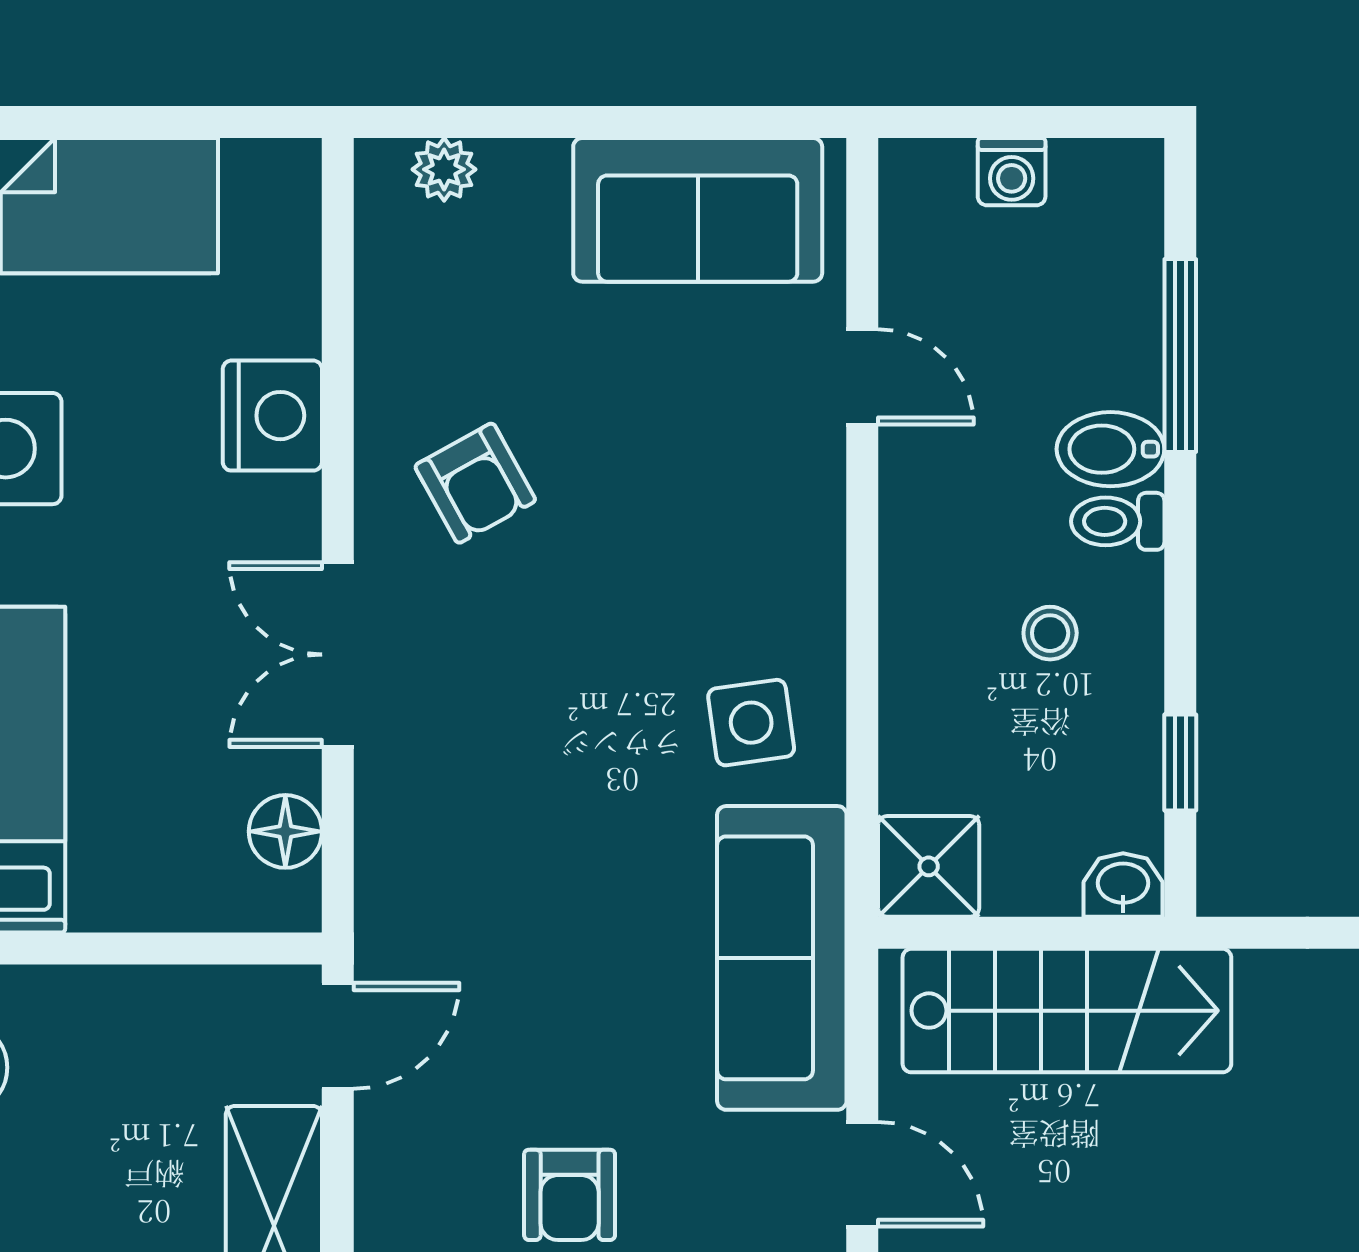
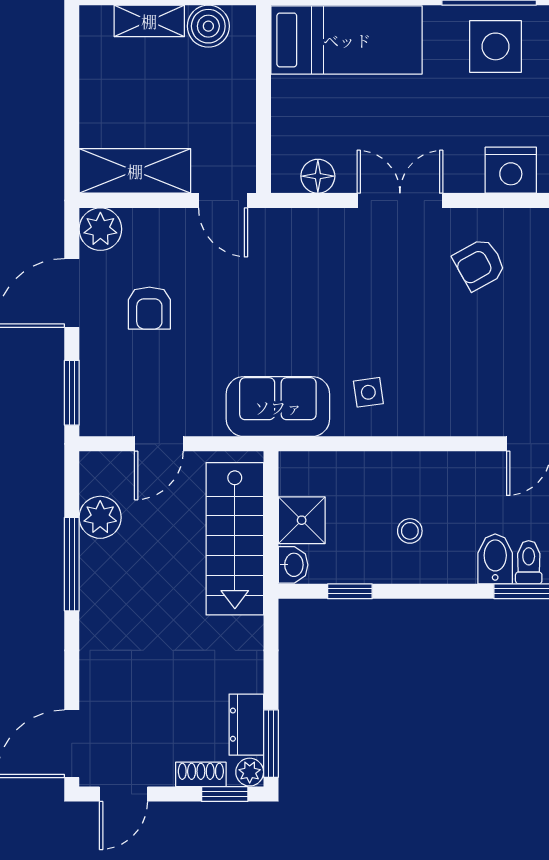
toilet: (1118, 521) -> (529, 562), moved
side table: (751, 723) -> (368, 392), width x0.73, depth x0.73
shower: (929, 866) -> (302, 520), moved
sofa: (782, 958) -> (278, 407), width x0.73
armchair: (570, 1195) -> (149, 308), turned -90

